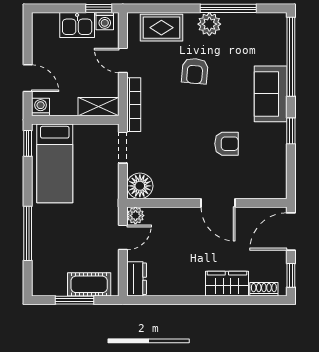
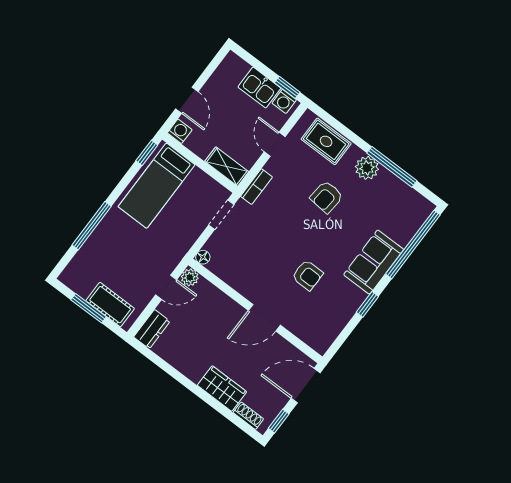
bookcase: (134, 105) -> (256, 187), width x0.64
floor lamp: (140, 186) -> (203, 257), width x0.53, depth x0.53
door: (218, 203) -> (264, 318), hinge flipped

